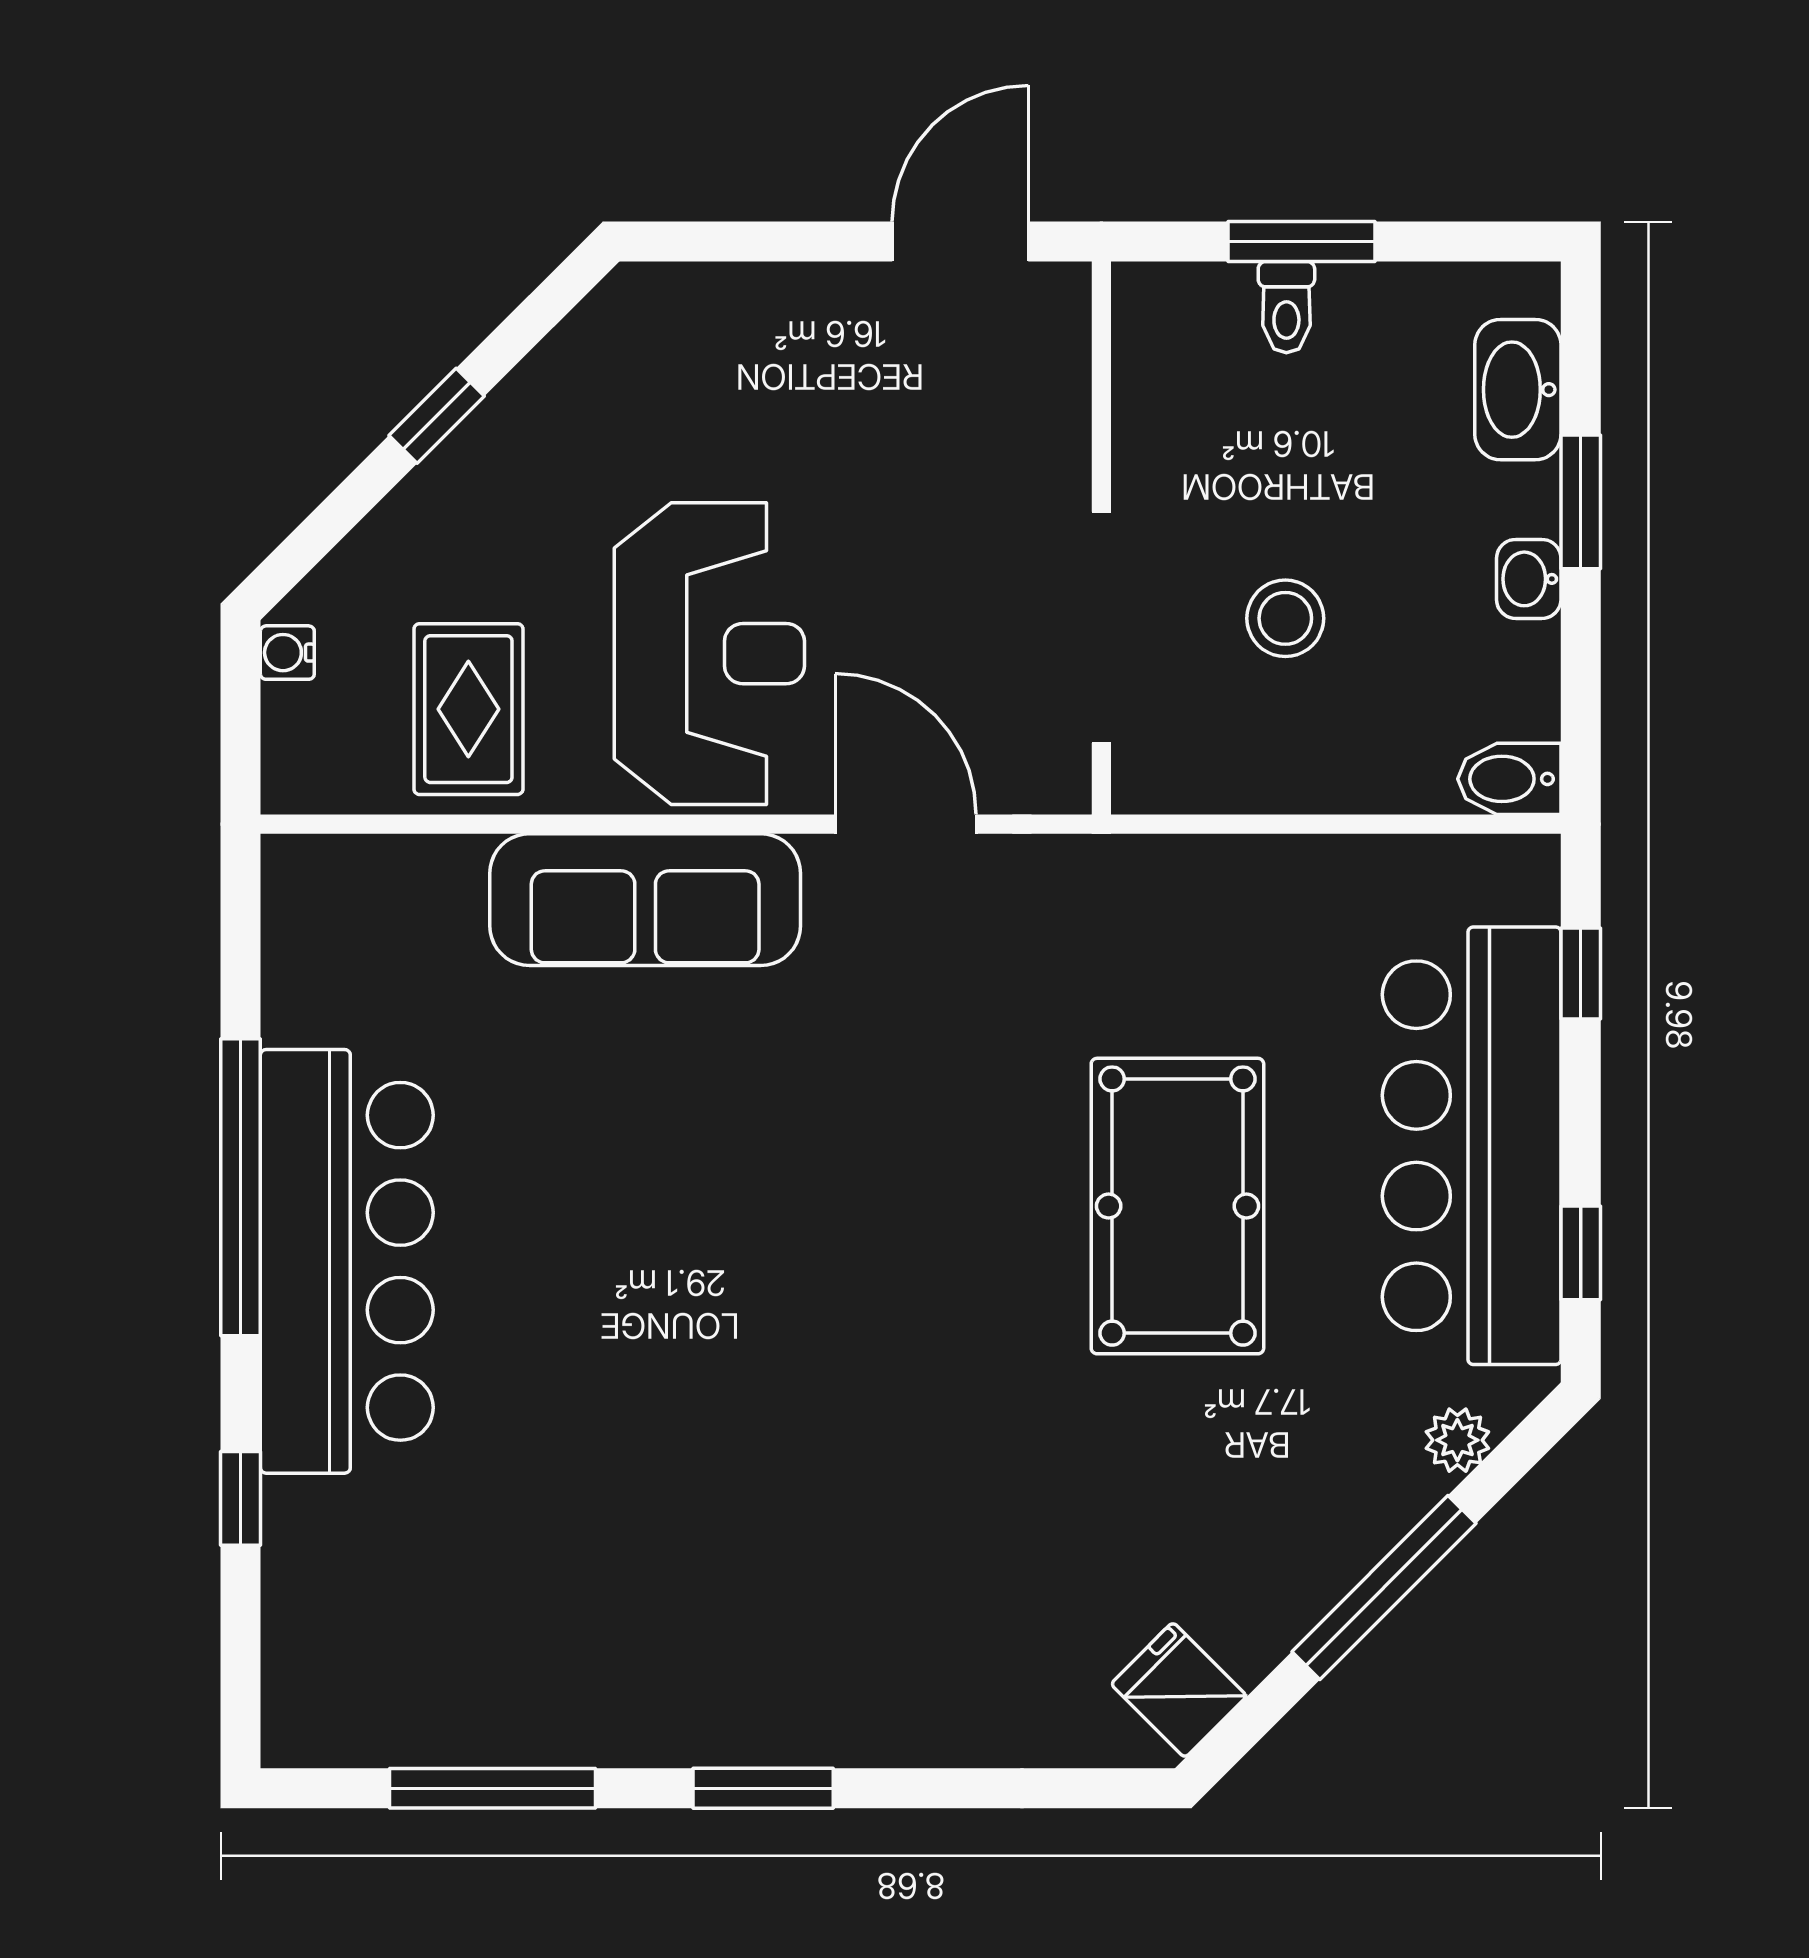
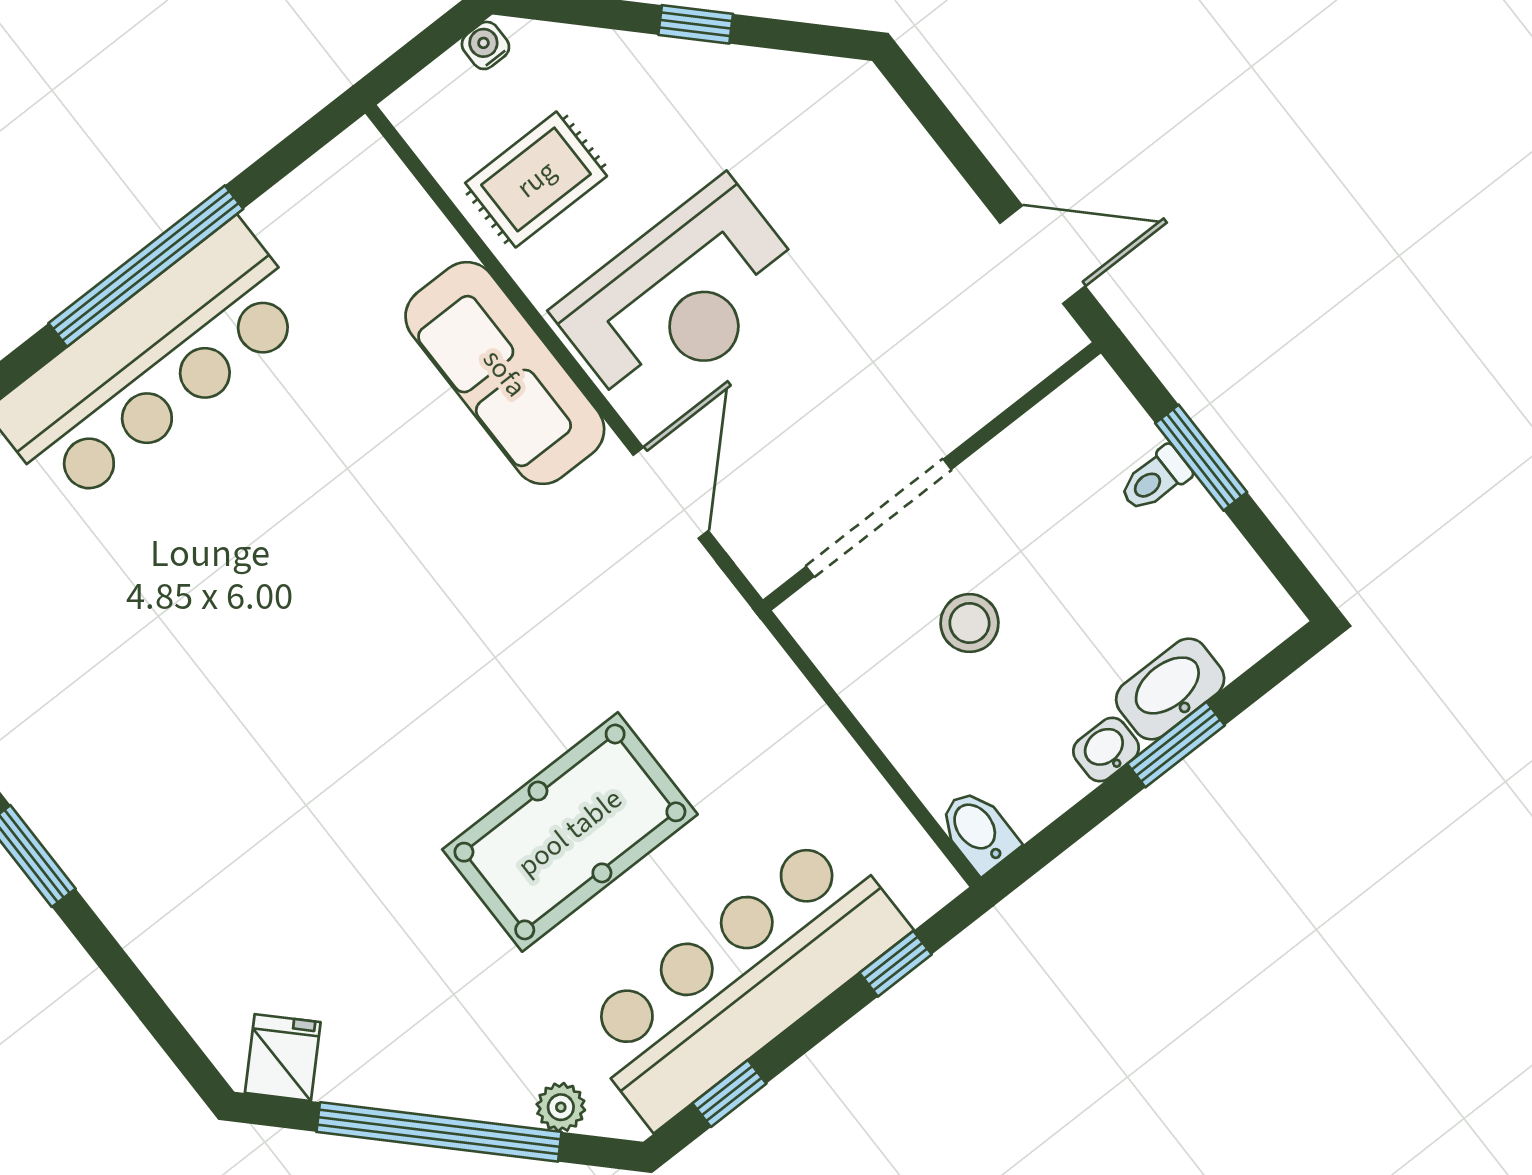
washbasin: (1518, 390) -> (1170, 689), moved
window: (1384, 1587) -> (439, 1132), width x1.46

